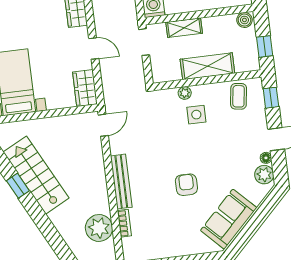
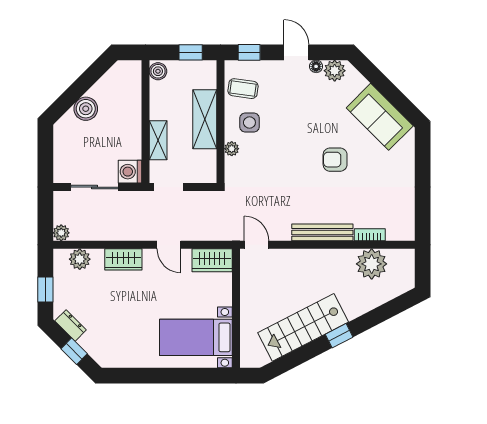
door: (94, 49) -> (169, 245), swing flipped
side table: (196, 115) -> (249, 123), moved
window: (18, 186) -> (339, 336), moved

